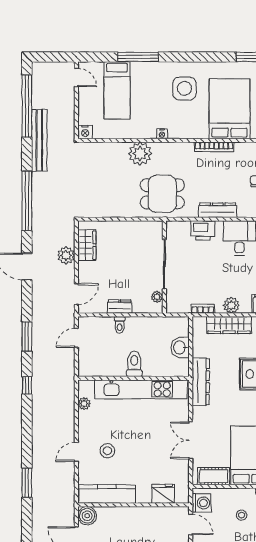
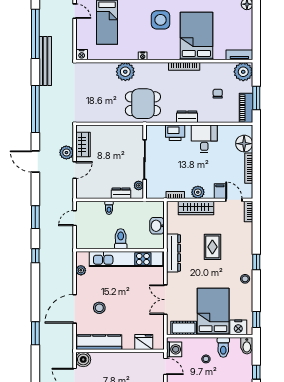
dresser: (218, 210) -> (187, 117), width x0.70
door: (76, 294) -> (75, 170), moved
dresser: (120, 307) -> (121, 193), moved
door: (76, 452) -> (75, 309), width x1.87

